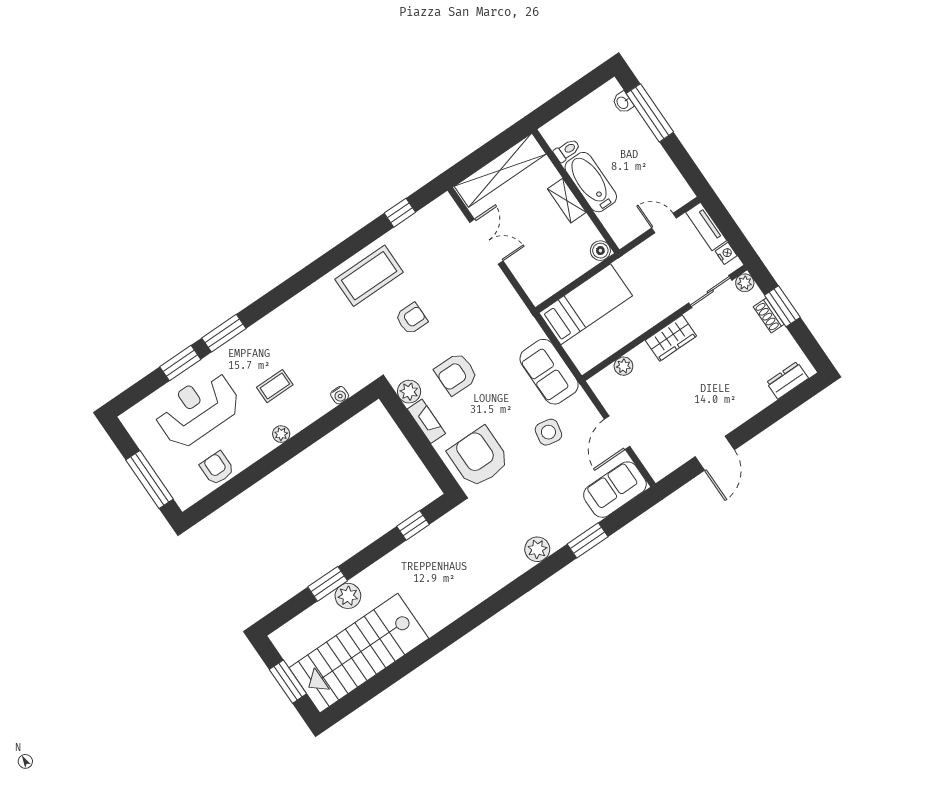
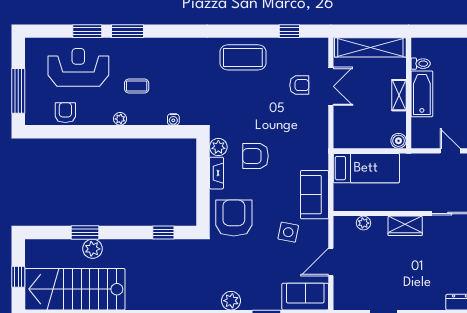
armchair: (411, 319) -> (299, 85), moved
window: (288, 682) -> (18, 277), width x0.67

